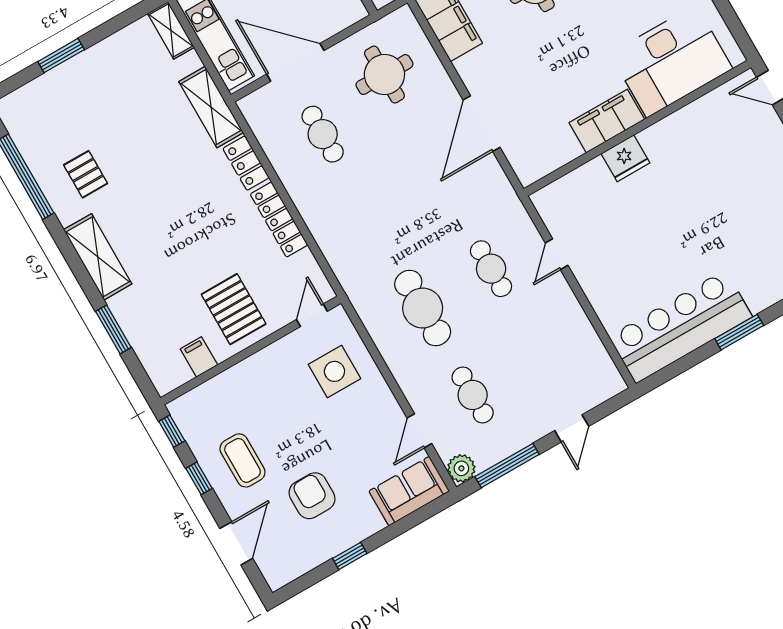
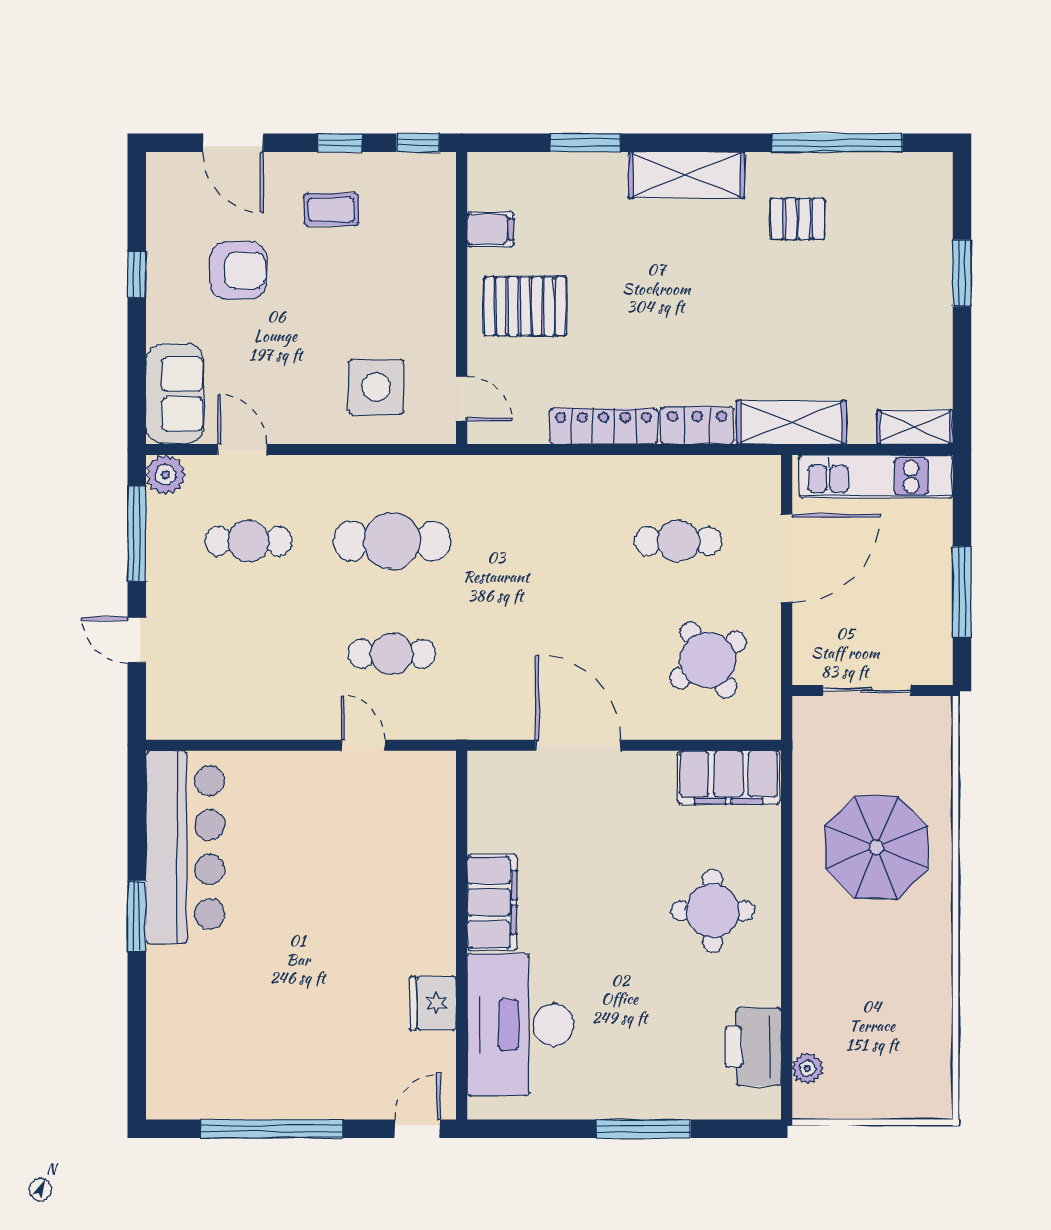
round table: (384, 75) -> (708, 660), turned -33
fridge: (625, 158) -> (433, 1003), moved
coffee table: (242, 460) -> (331, 209), width x0.73, depth x0.77

